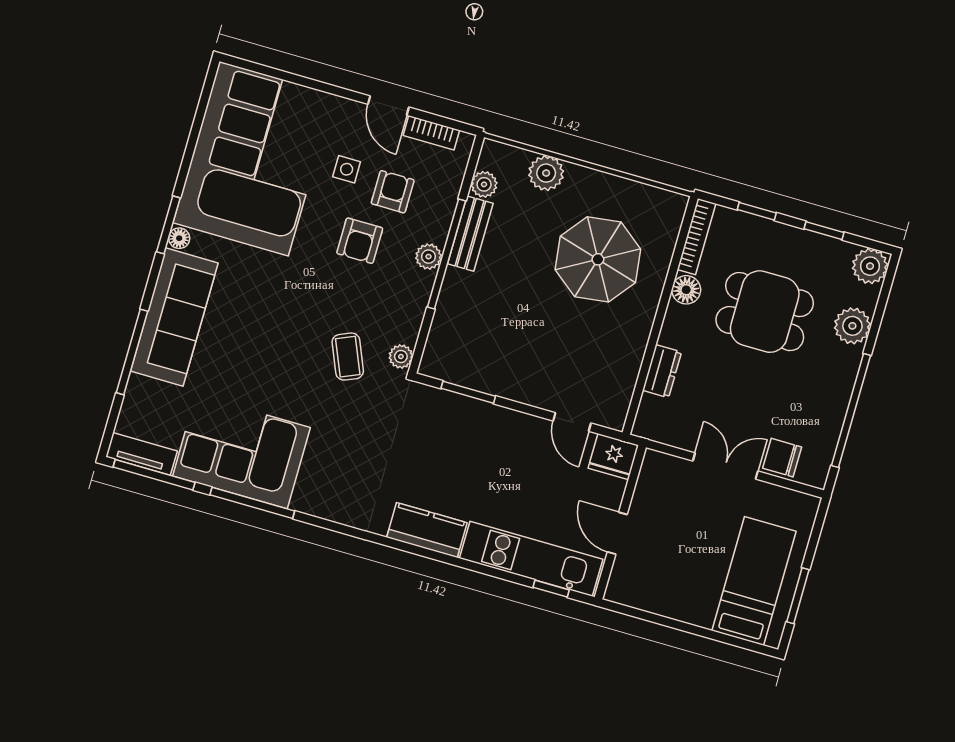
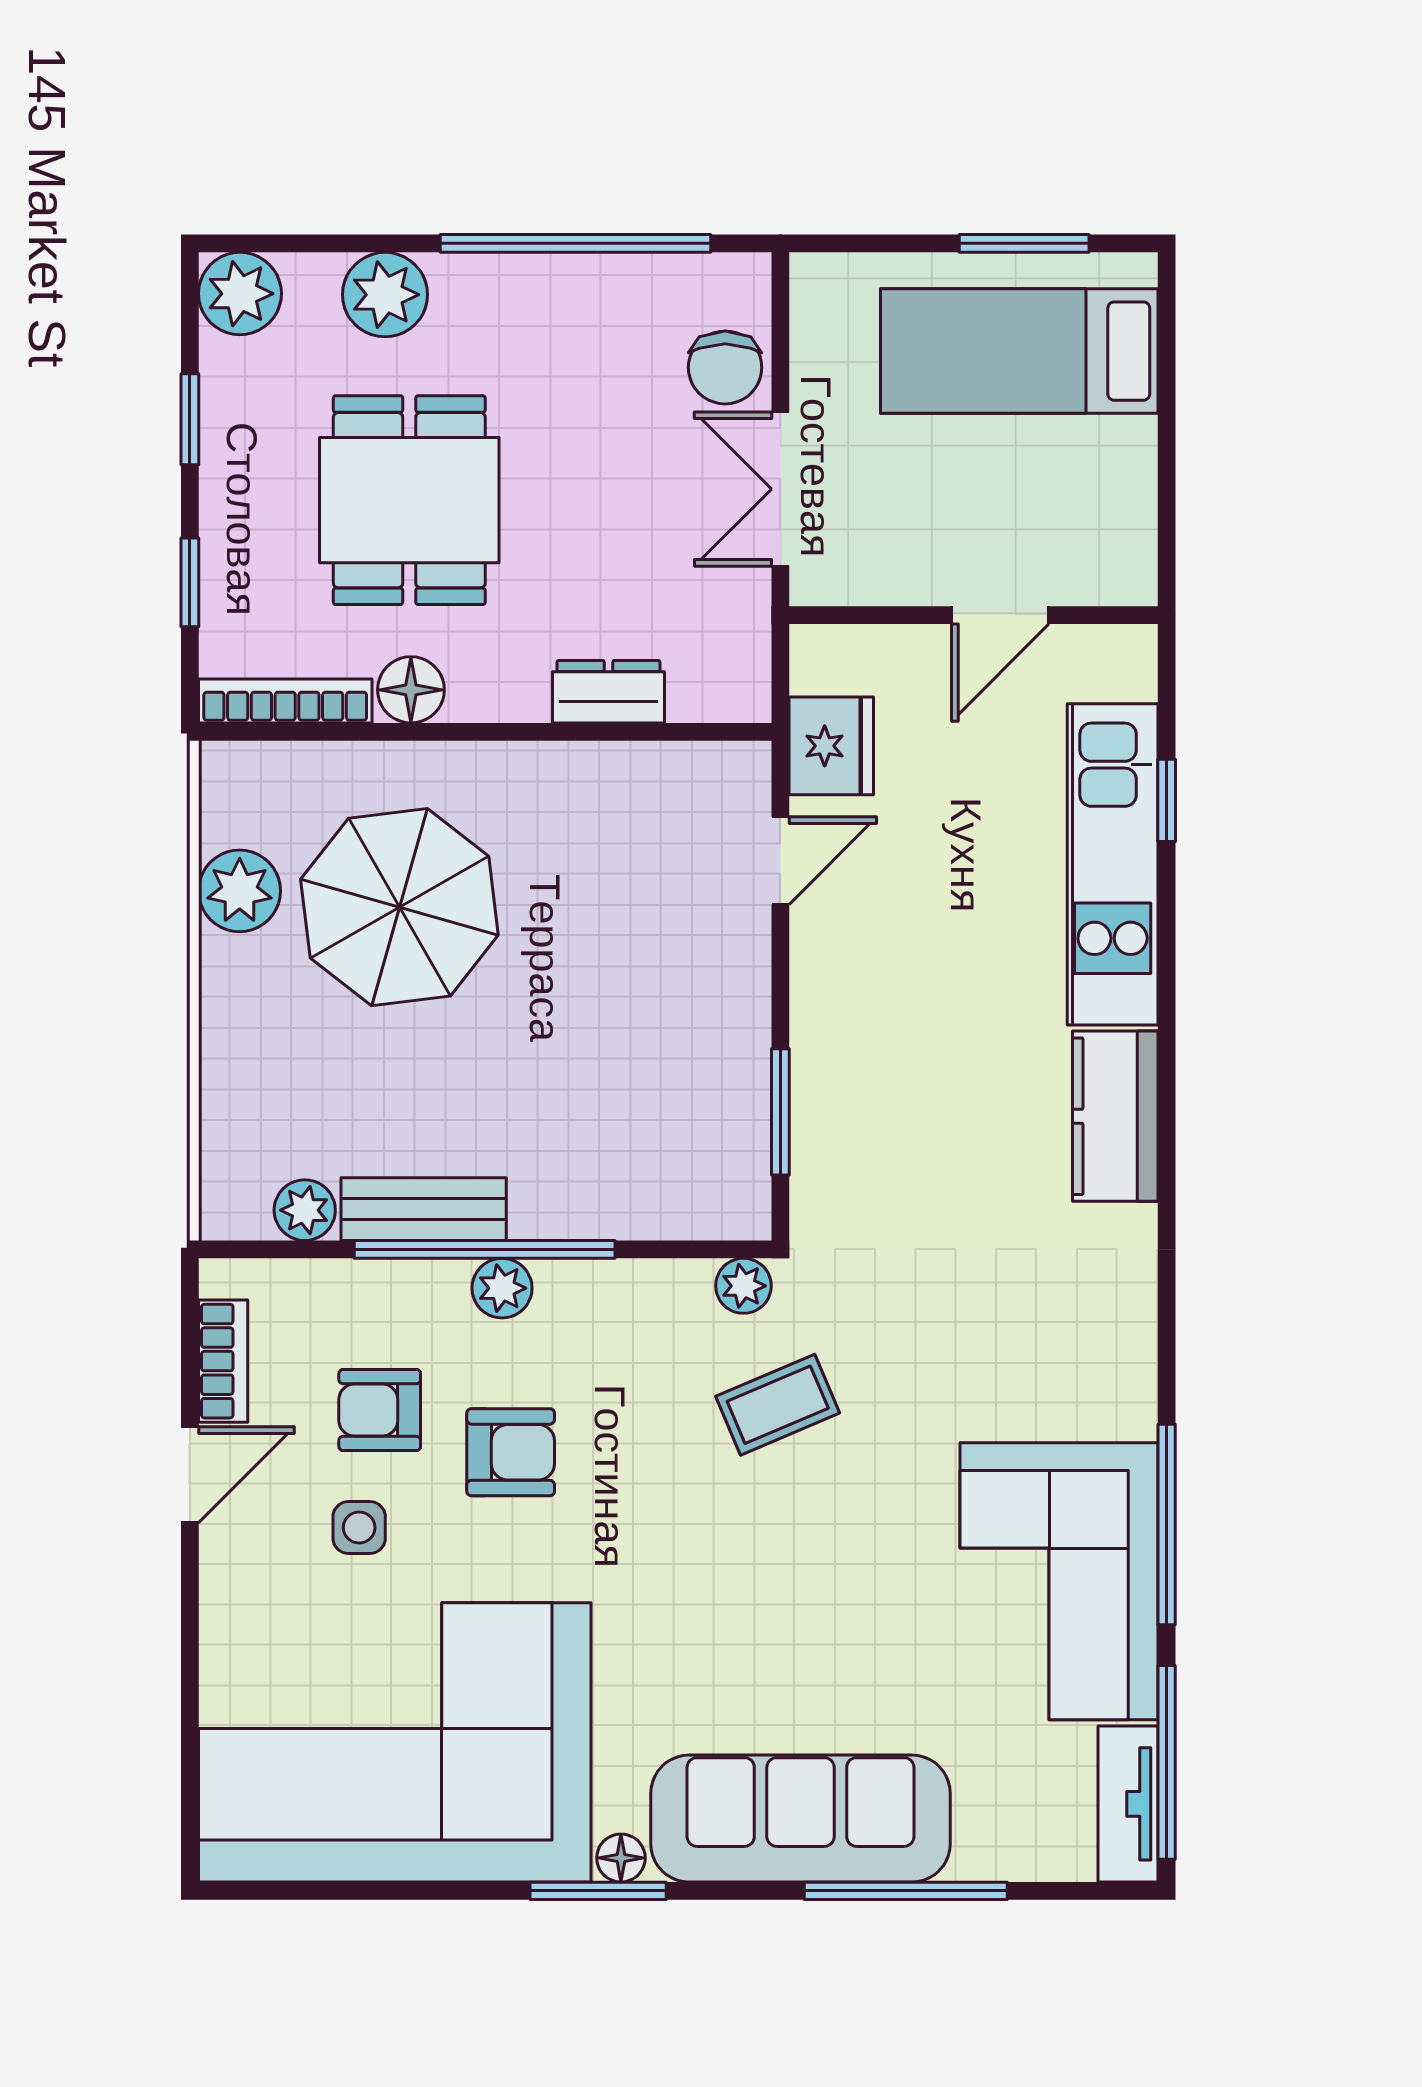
plant: (546, 173) -> (240, 891), moved
wall: (620, 522) -> (973, 615), moved
door: (617, 533) -> (1000, 615), moved

